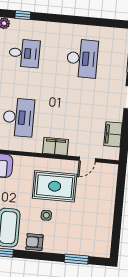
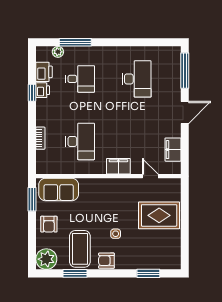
window: (23, 15) -> (75, 42), width x2.17
door: (87, 159) -> (150, 176), swing flipped
rug: (55, 186) -> (159, 215), moved

